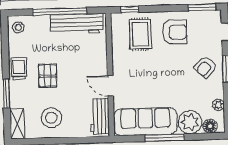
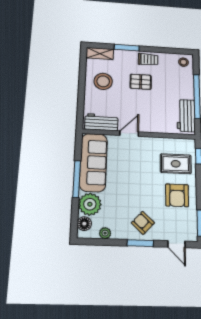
workbench: (77, 24) -> (186, 116), width x0.73

